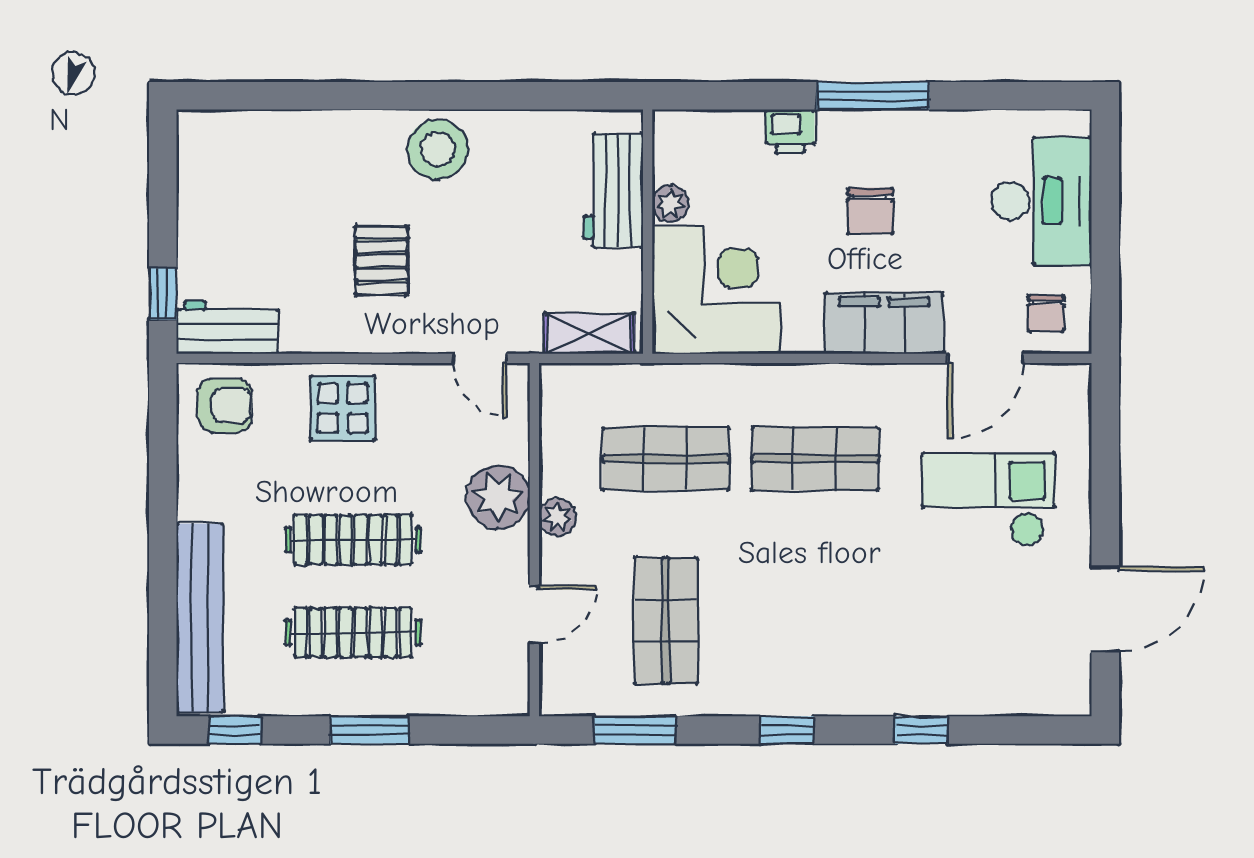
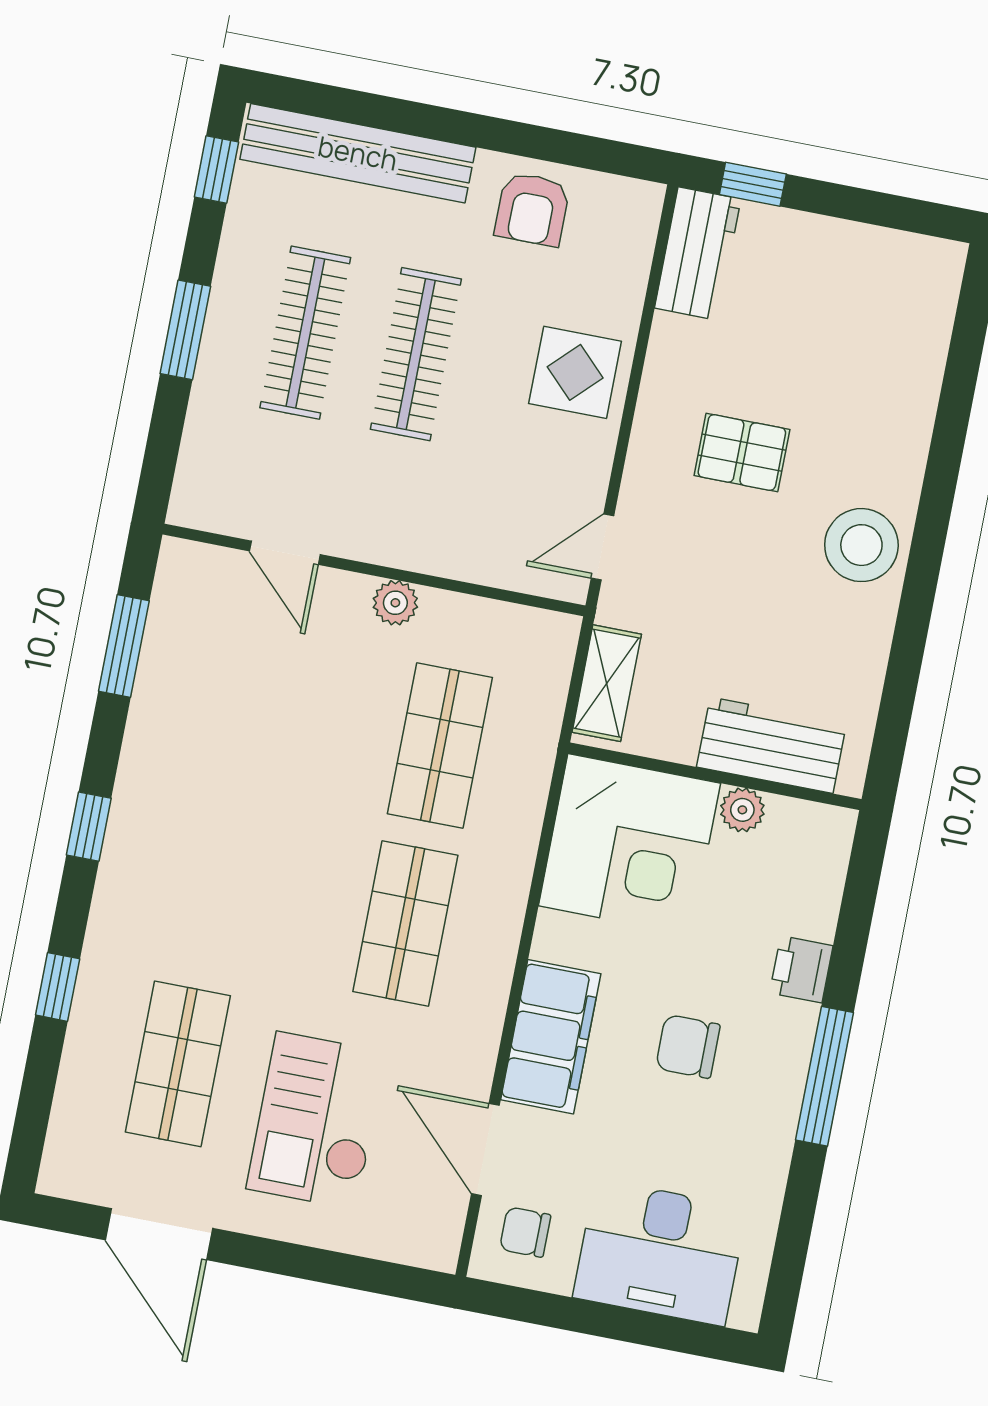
armchair: (225, 405) -> (532, 209), moved
plant: (498, 497) -> (433, 537), removed
checkout: (989, 500) -> (317, 1121), turned 180
shop shelf: (666, 621) -> (178, 1064), moved, turned 90

